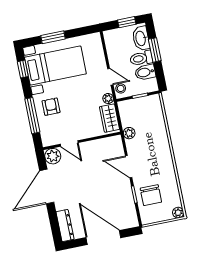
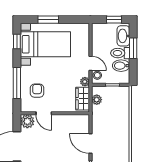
armchair: (51, 107) -> (37, 91), moved
plant: (129, 133) -> (97, 100), moved

